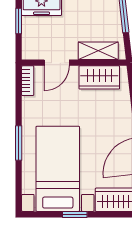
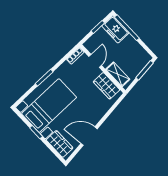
door: (57, 63) -> (95, 61), swing flipped

